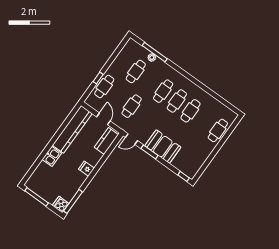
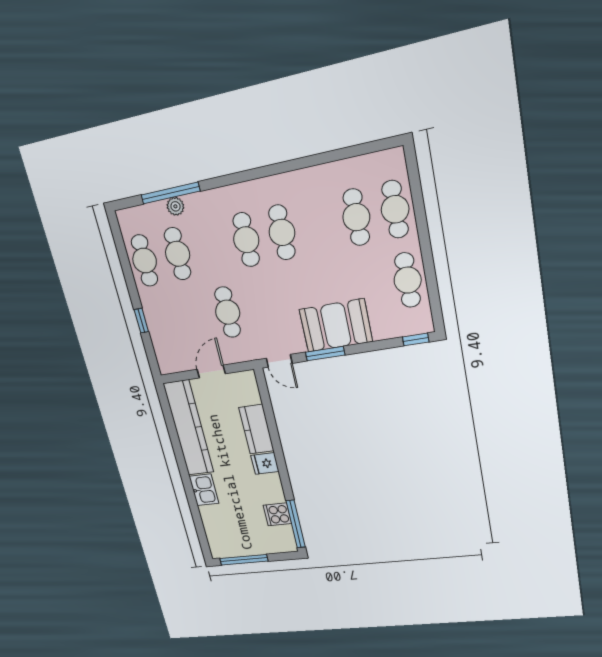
cafe table: (104, 86) -> (145, 261), moved
cafe table: (190, 111) -> (356, 217), moved
door: (103, 119) -> (211, 371), hinge flipped
door: (131, 139) -> (279, 361), hinge flipped
kitchen counter: (106, 141) -> (256, 429), moved
cafe table: (200, 155) -> (408, 280), added
cooker: (61, 204) -> (277, 514), moved

